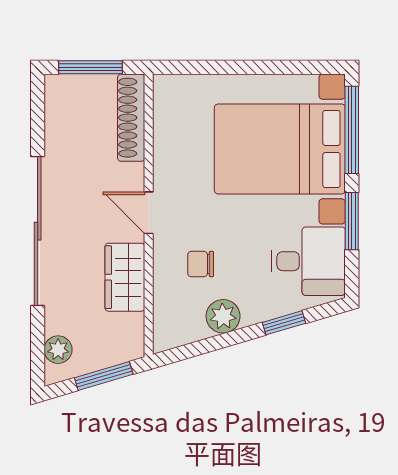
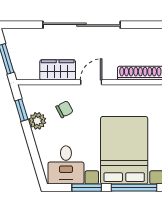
chair: (201, 264) -> (64, 109), turned 62
window: (284, 323) -> (21, 110), moved
plant: (58, 350) -> (20, 35), removed

